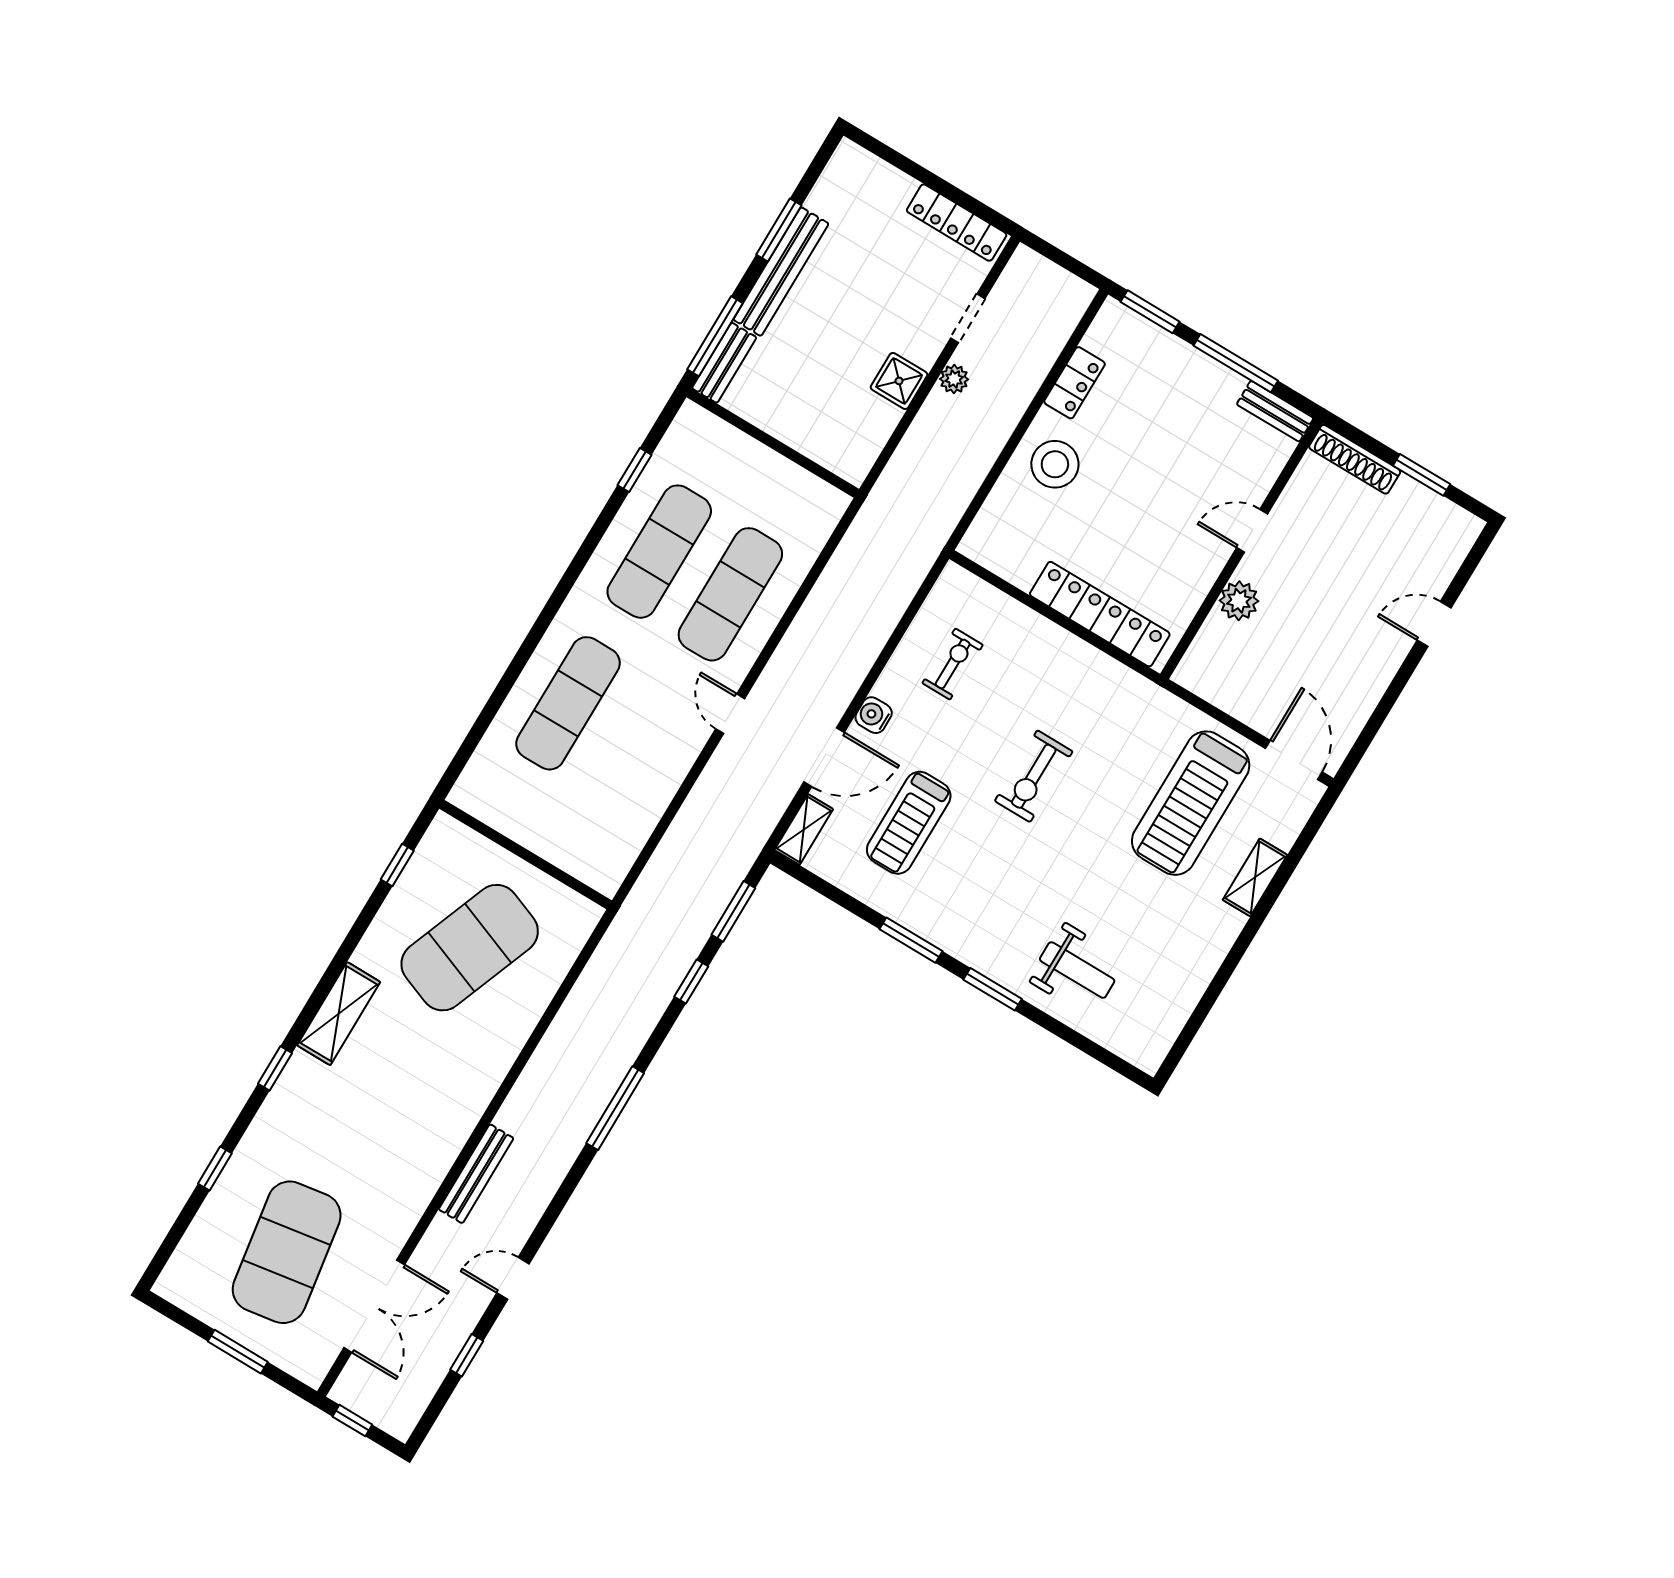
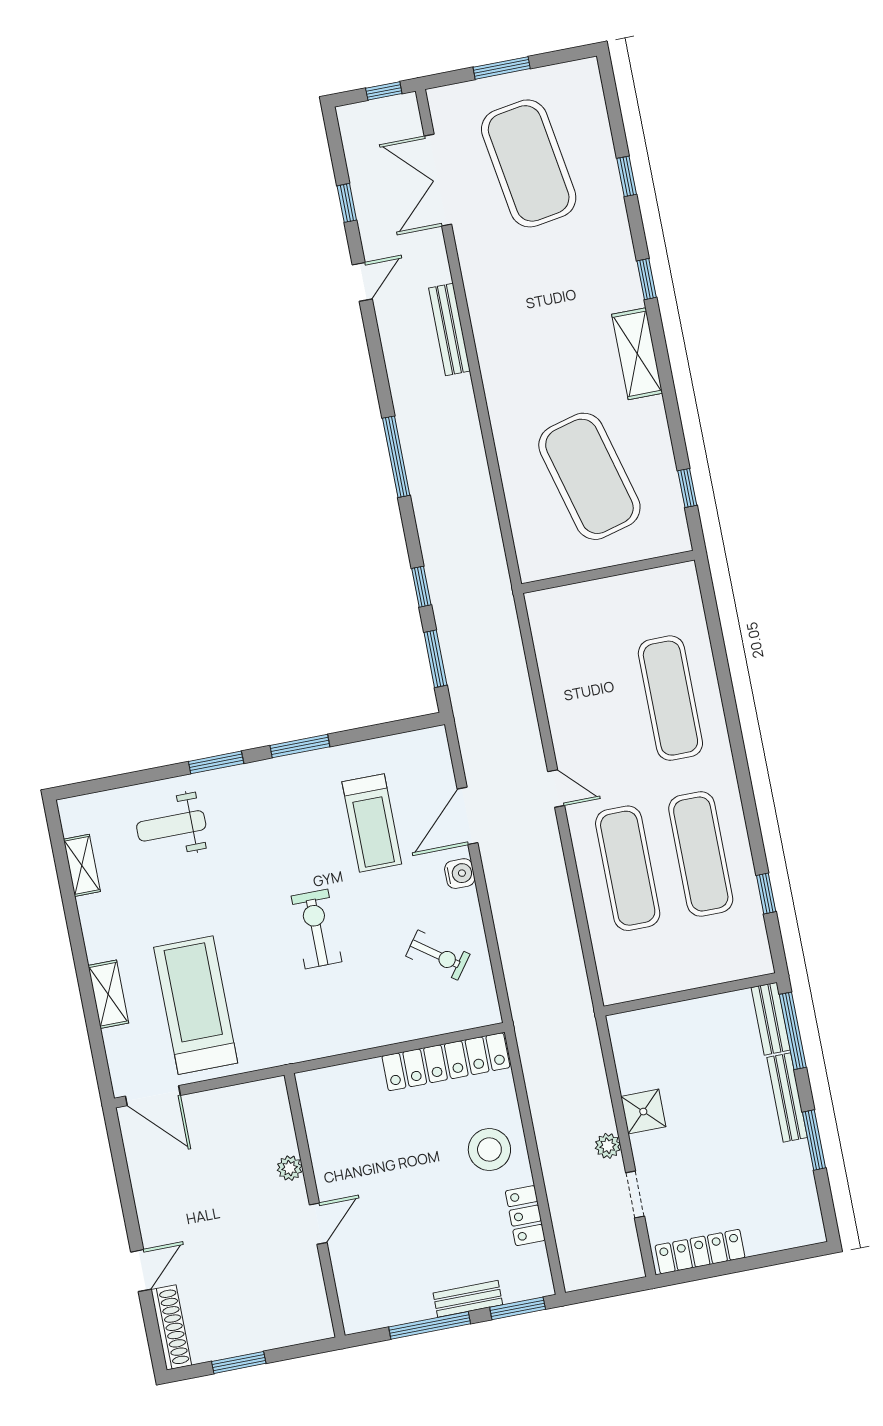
bench: (781, 272) -> (787, 1097), width x0.73, depth x0.82
bench: (1275, 411) -> (468, 1299), moved
shoe rack: (1355, 459) -> (171, 1327), moved, turned 90
plant: (1239, 601) -> (290, 1168), width x0.73, depth x0.73
locker: (1100, 614) -> (446, 1062), moved
exercise bike: (953, 664) -> (438, 955), turned -54
treadmill: (909, 823) -> (372, 823), turned 180
shelving: (804, 830) -> (82, 865), moved
exercise mat: (470, 948) -> (589, 476), turned -36

